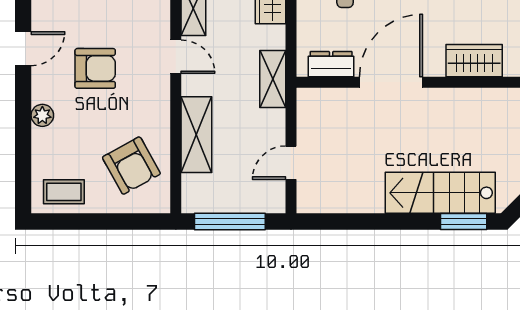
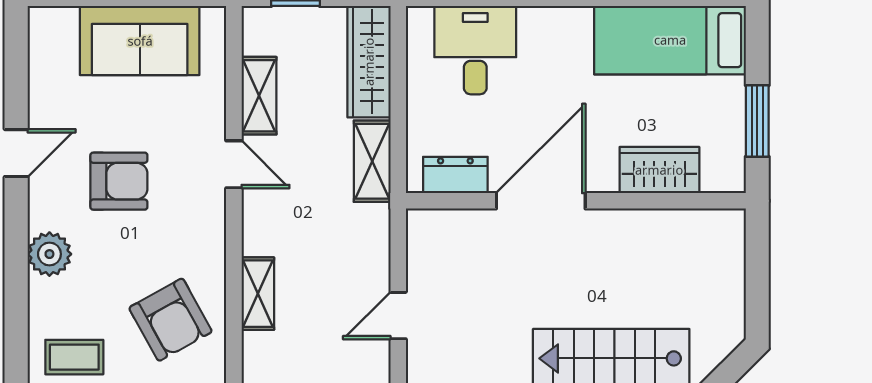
shelving: (273, 79) -> (372, 161), moved
plant: (42, 115) -> (49, 254), width x1.38, depth x1.38
shelving: (196, 135) -> (258, 294), width x0.67, depth x0.75

